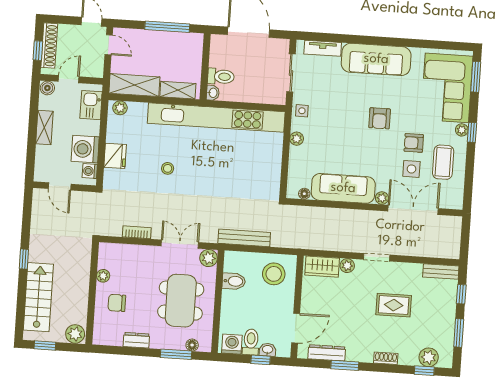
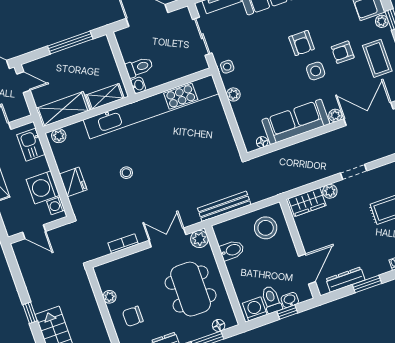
side table: (411, 169) -> (316, 71), moved

